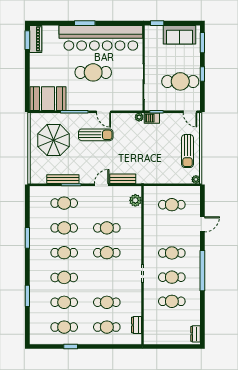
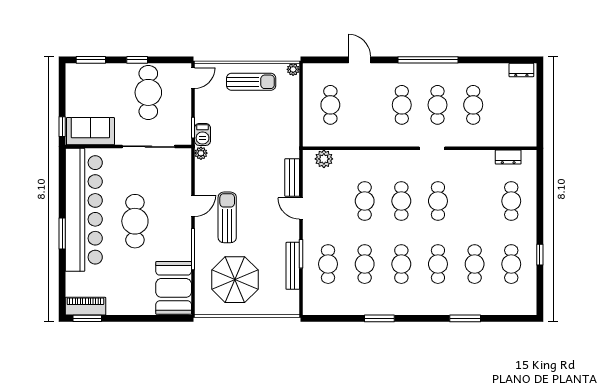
sofa: (179, 35) -> (90, 131), moved, turned -90
cafe table: (107, 302) -> (438, 201), moved

